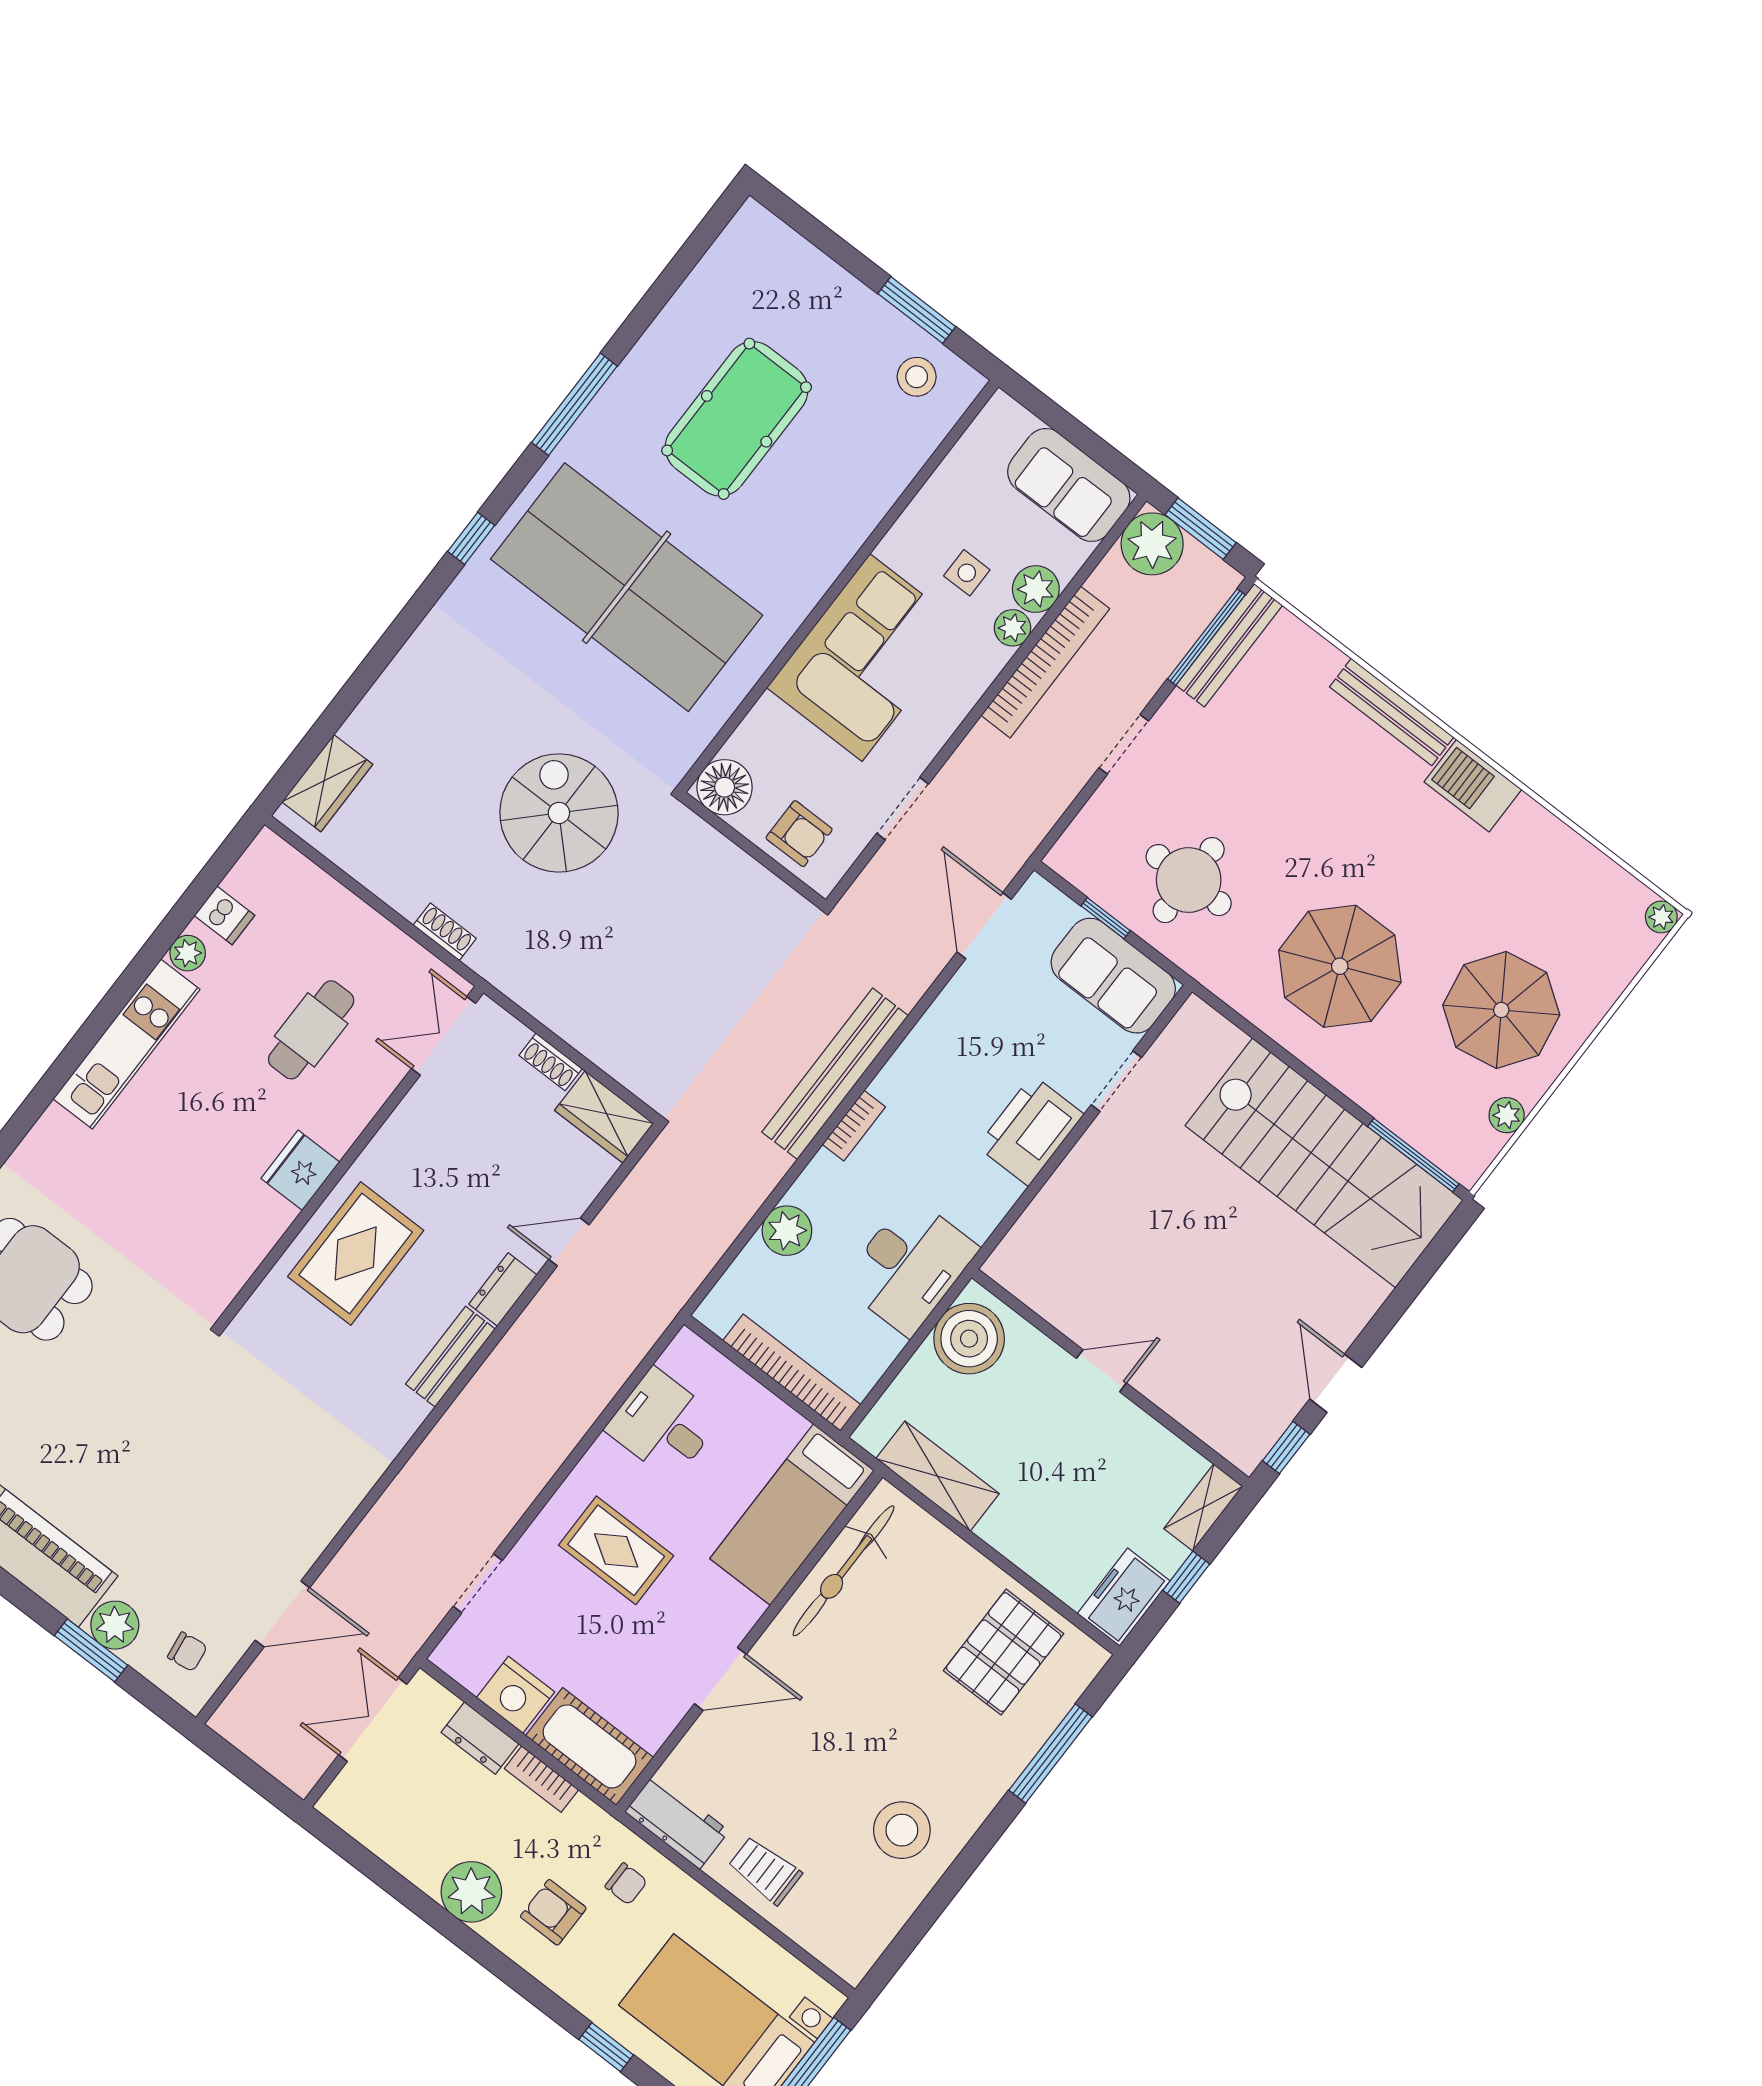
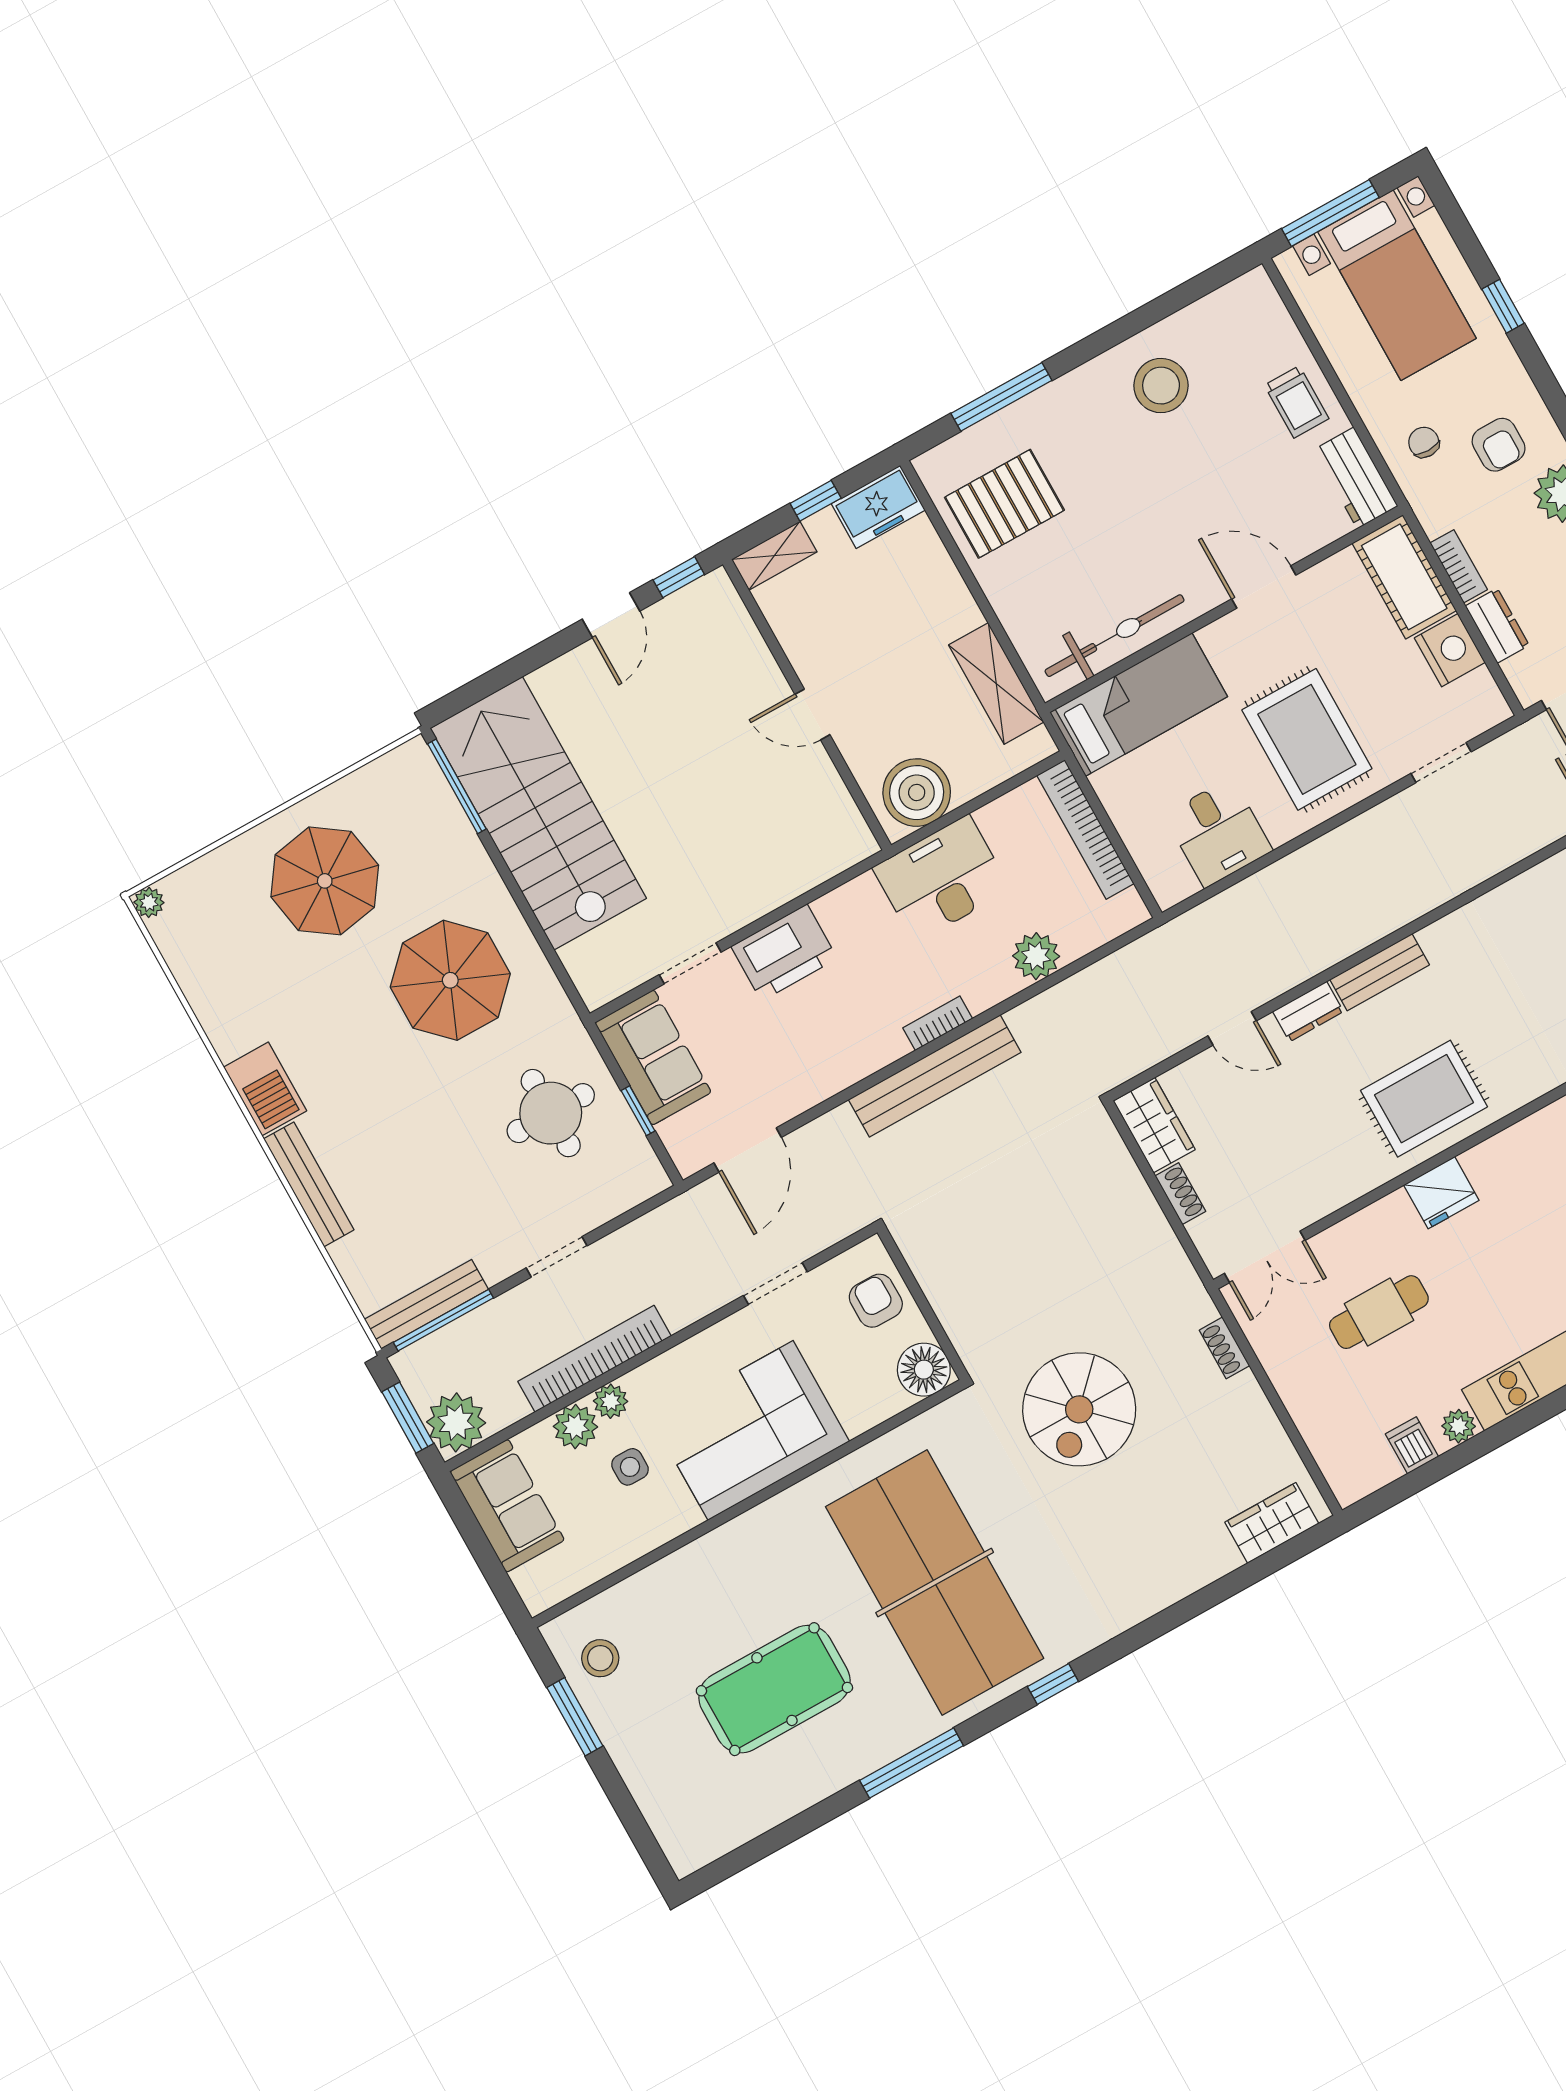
plant: (1507, 1115) -> (360, 786), removed
rug: (616, 1550) -> (1307, 739), width x1.36, depth x1.43

